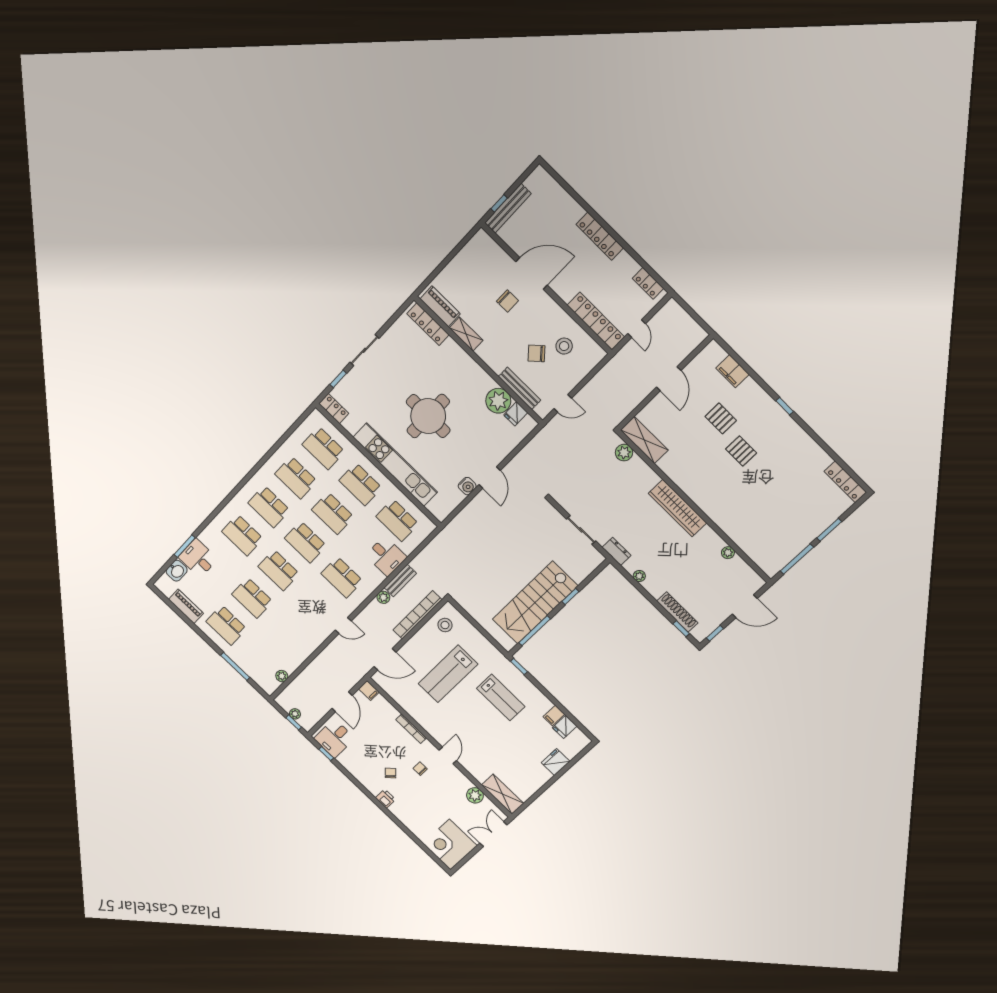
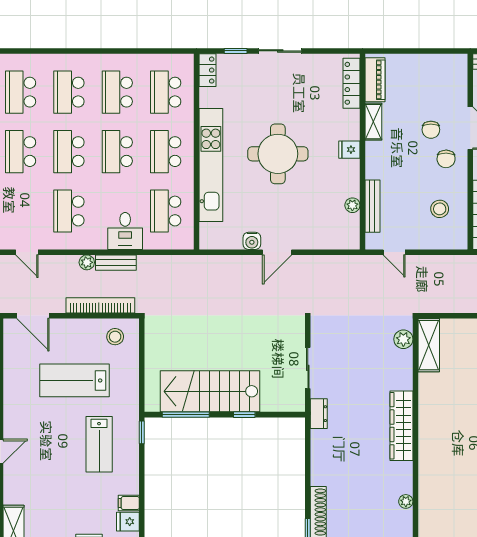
chair: (536, 353) -> (446, 159), moved, turned -137
plant: (498, 401) -> (352, 205), width x0.53, depth x0.53
fridge: (516, 414) -> (349, 150), moved
plant: (639, 576) -> (317, 452), removed

